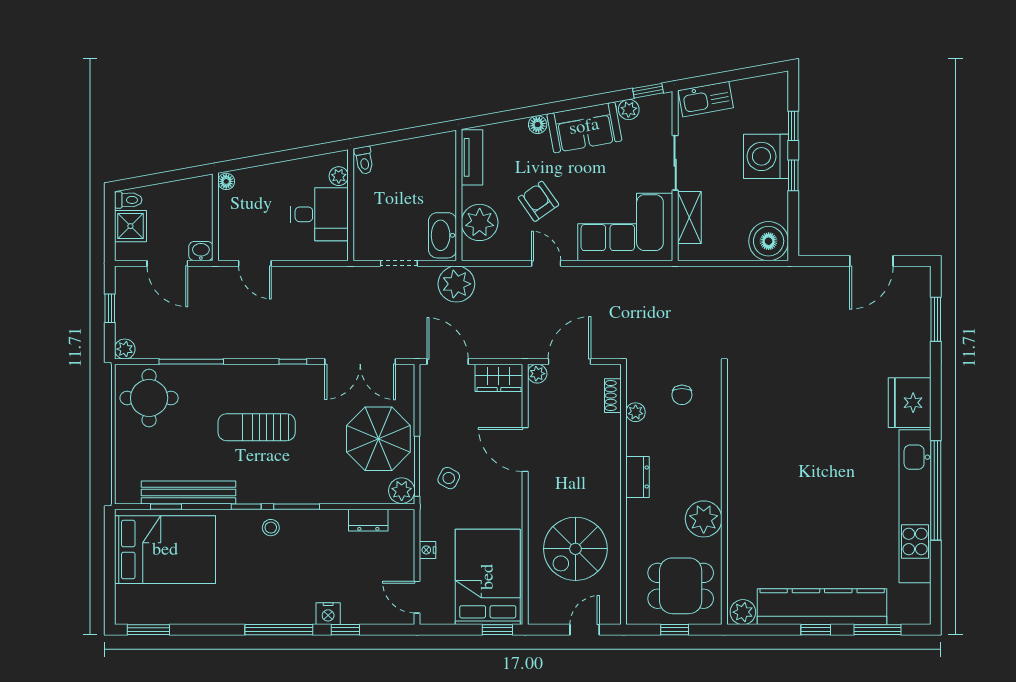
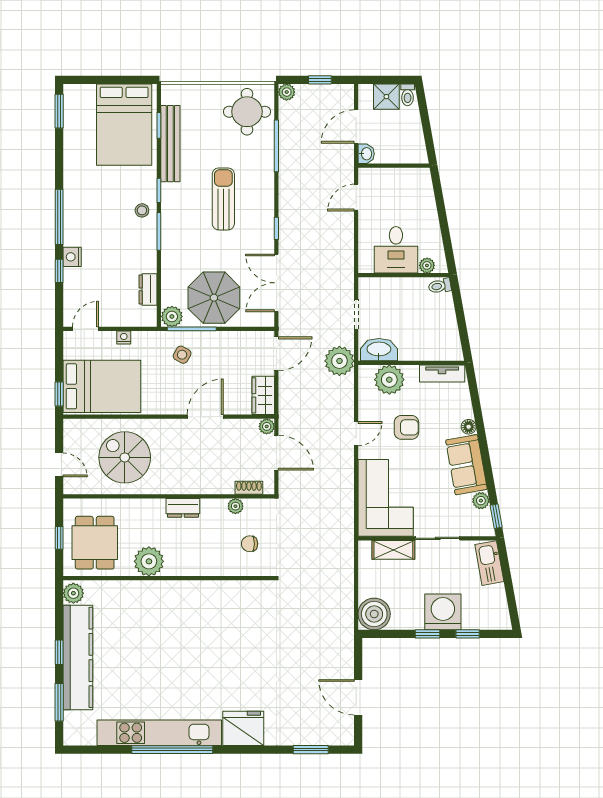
floor lamp: (226, 181) -> (423, 174), removed
armchair: (538, 201) -> (406, 427), turned 35

